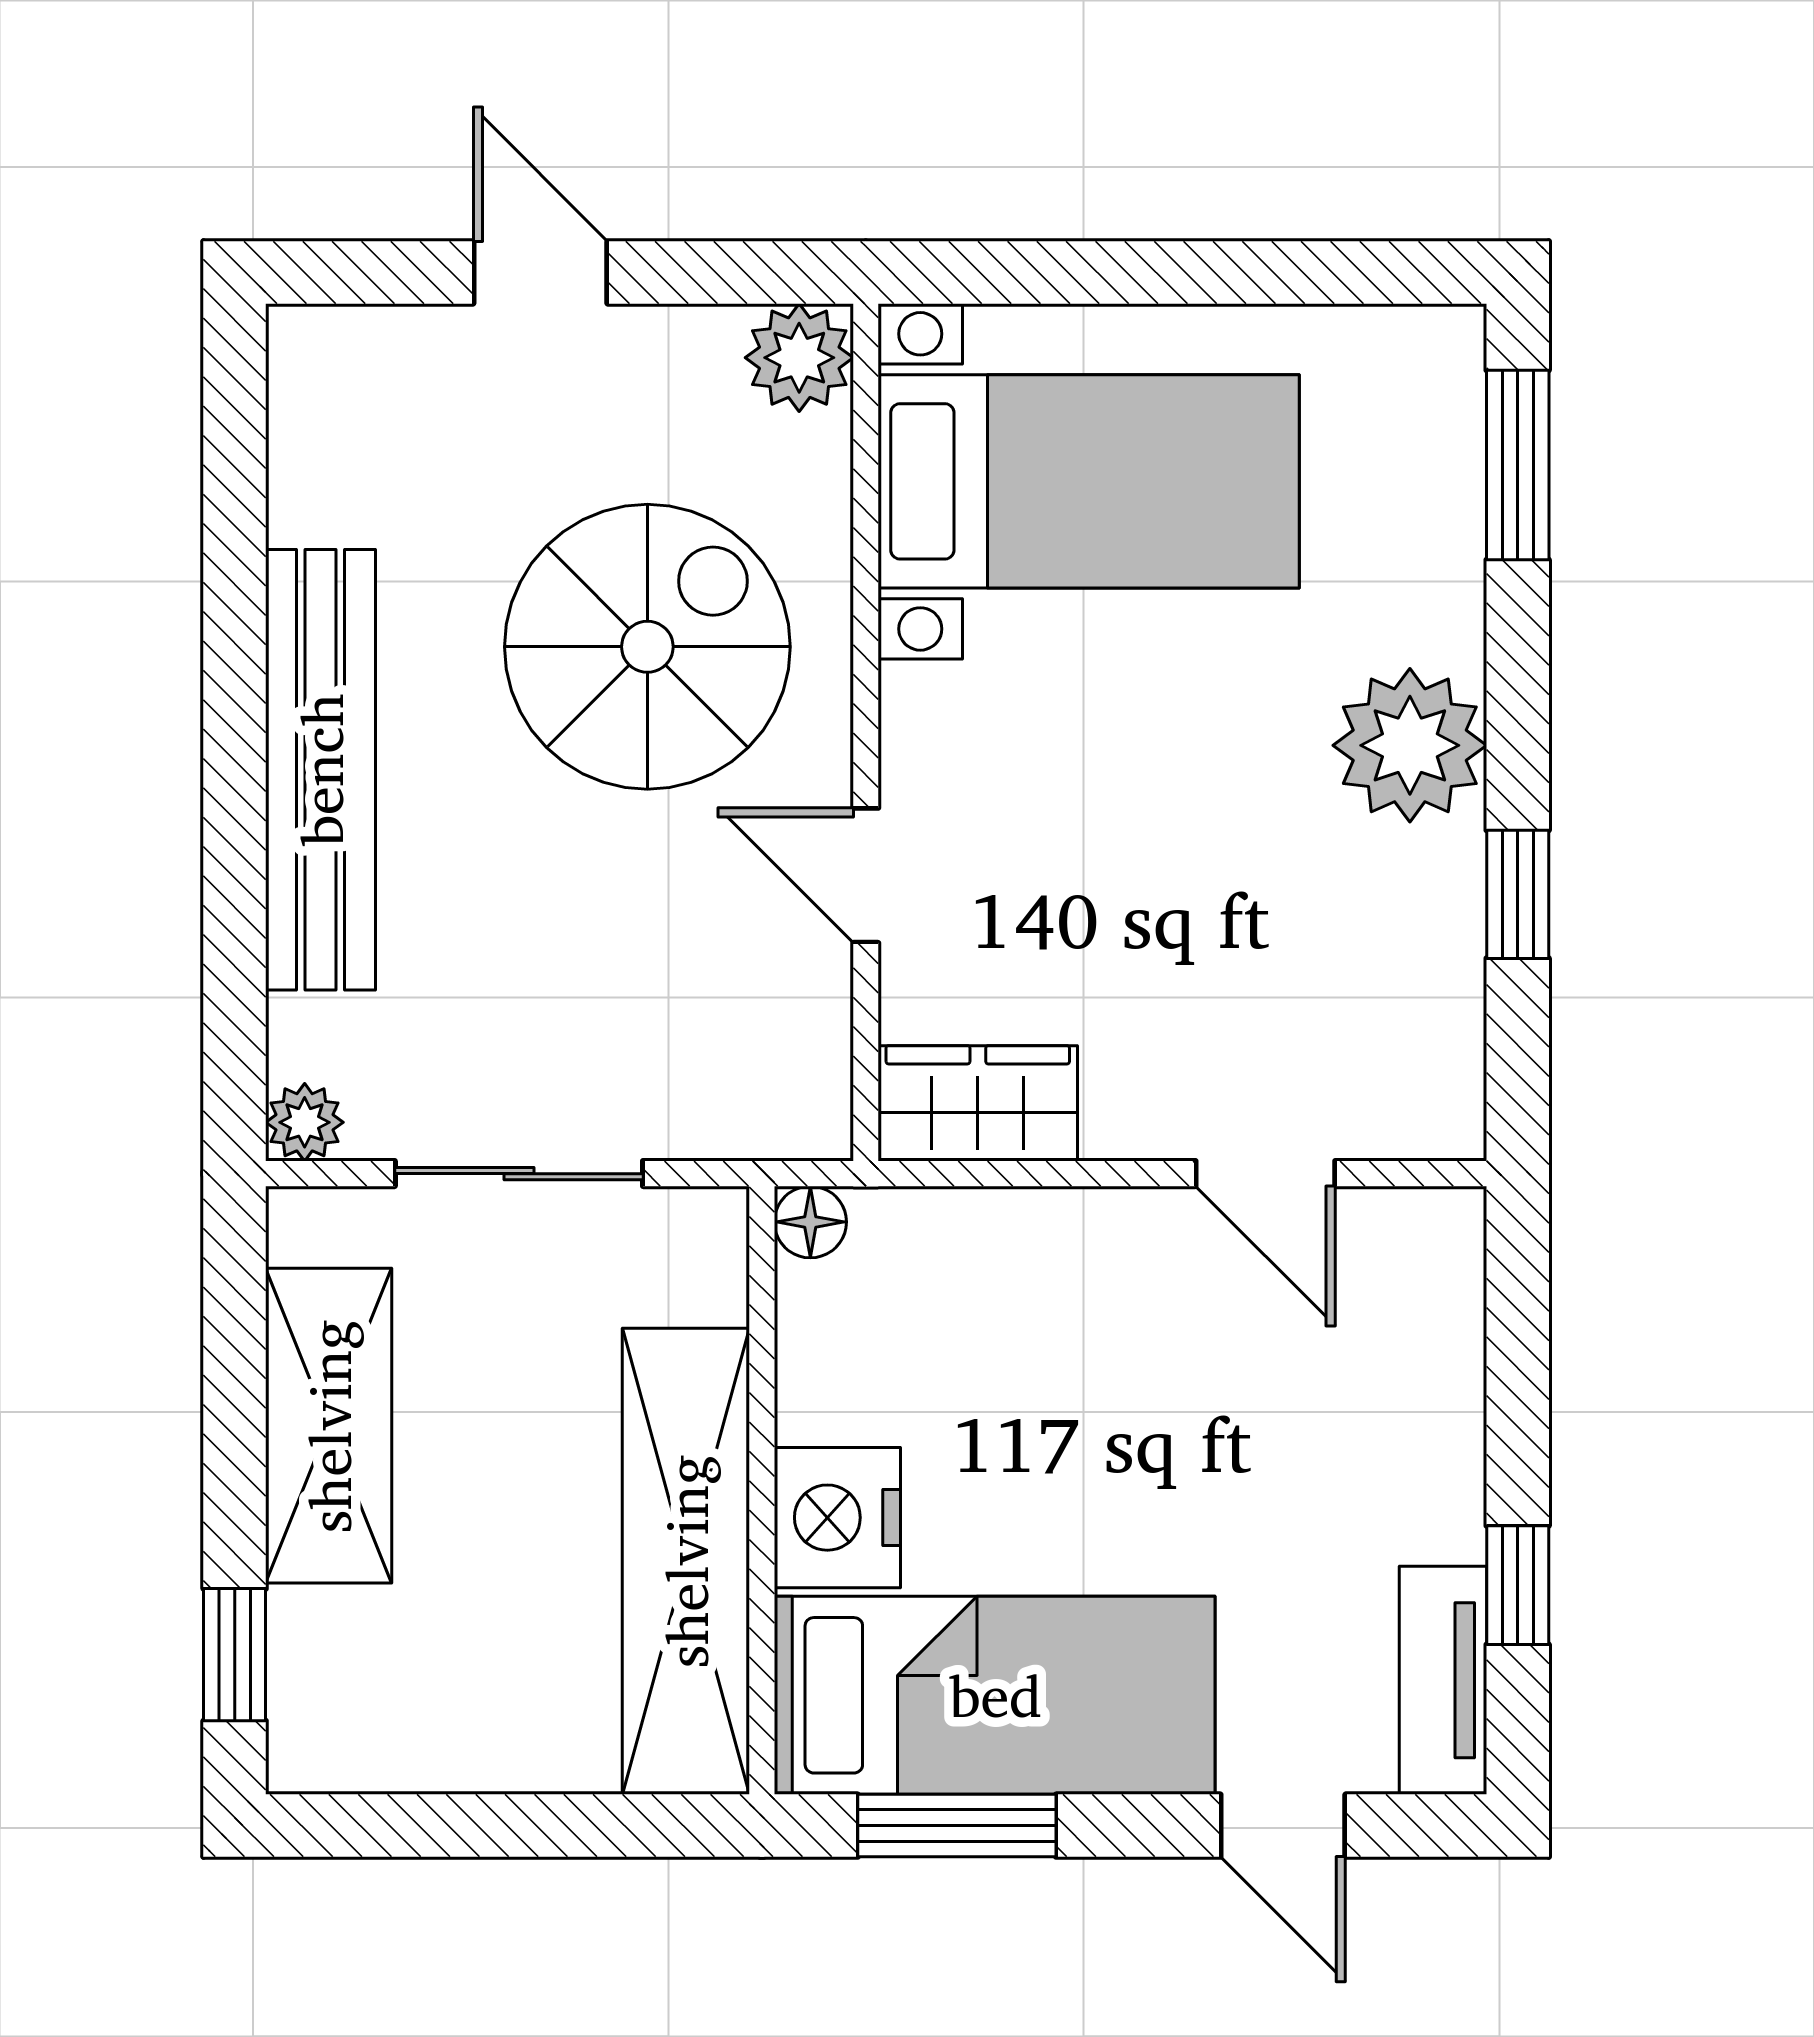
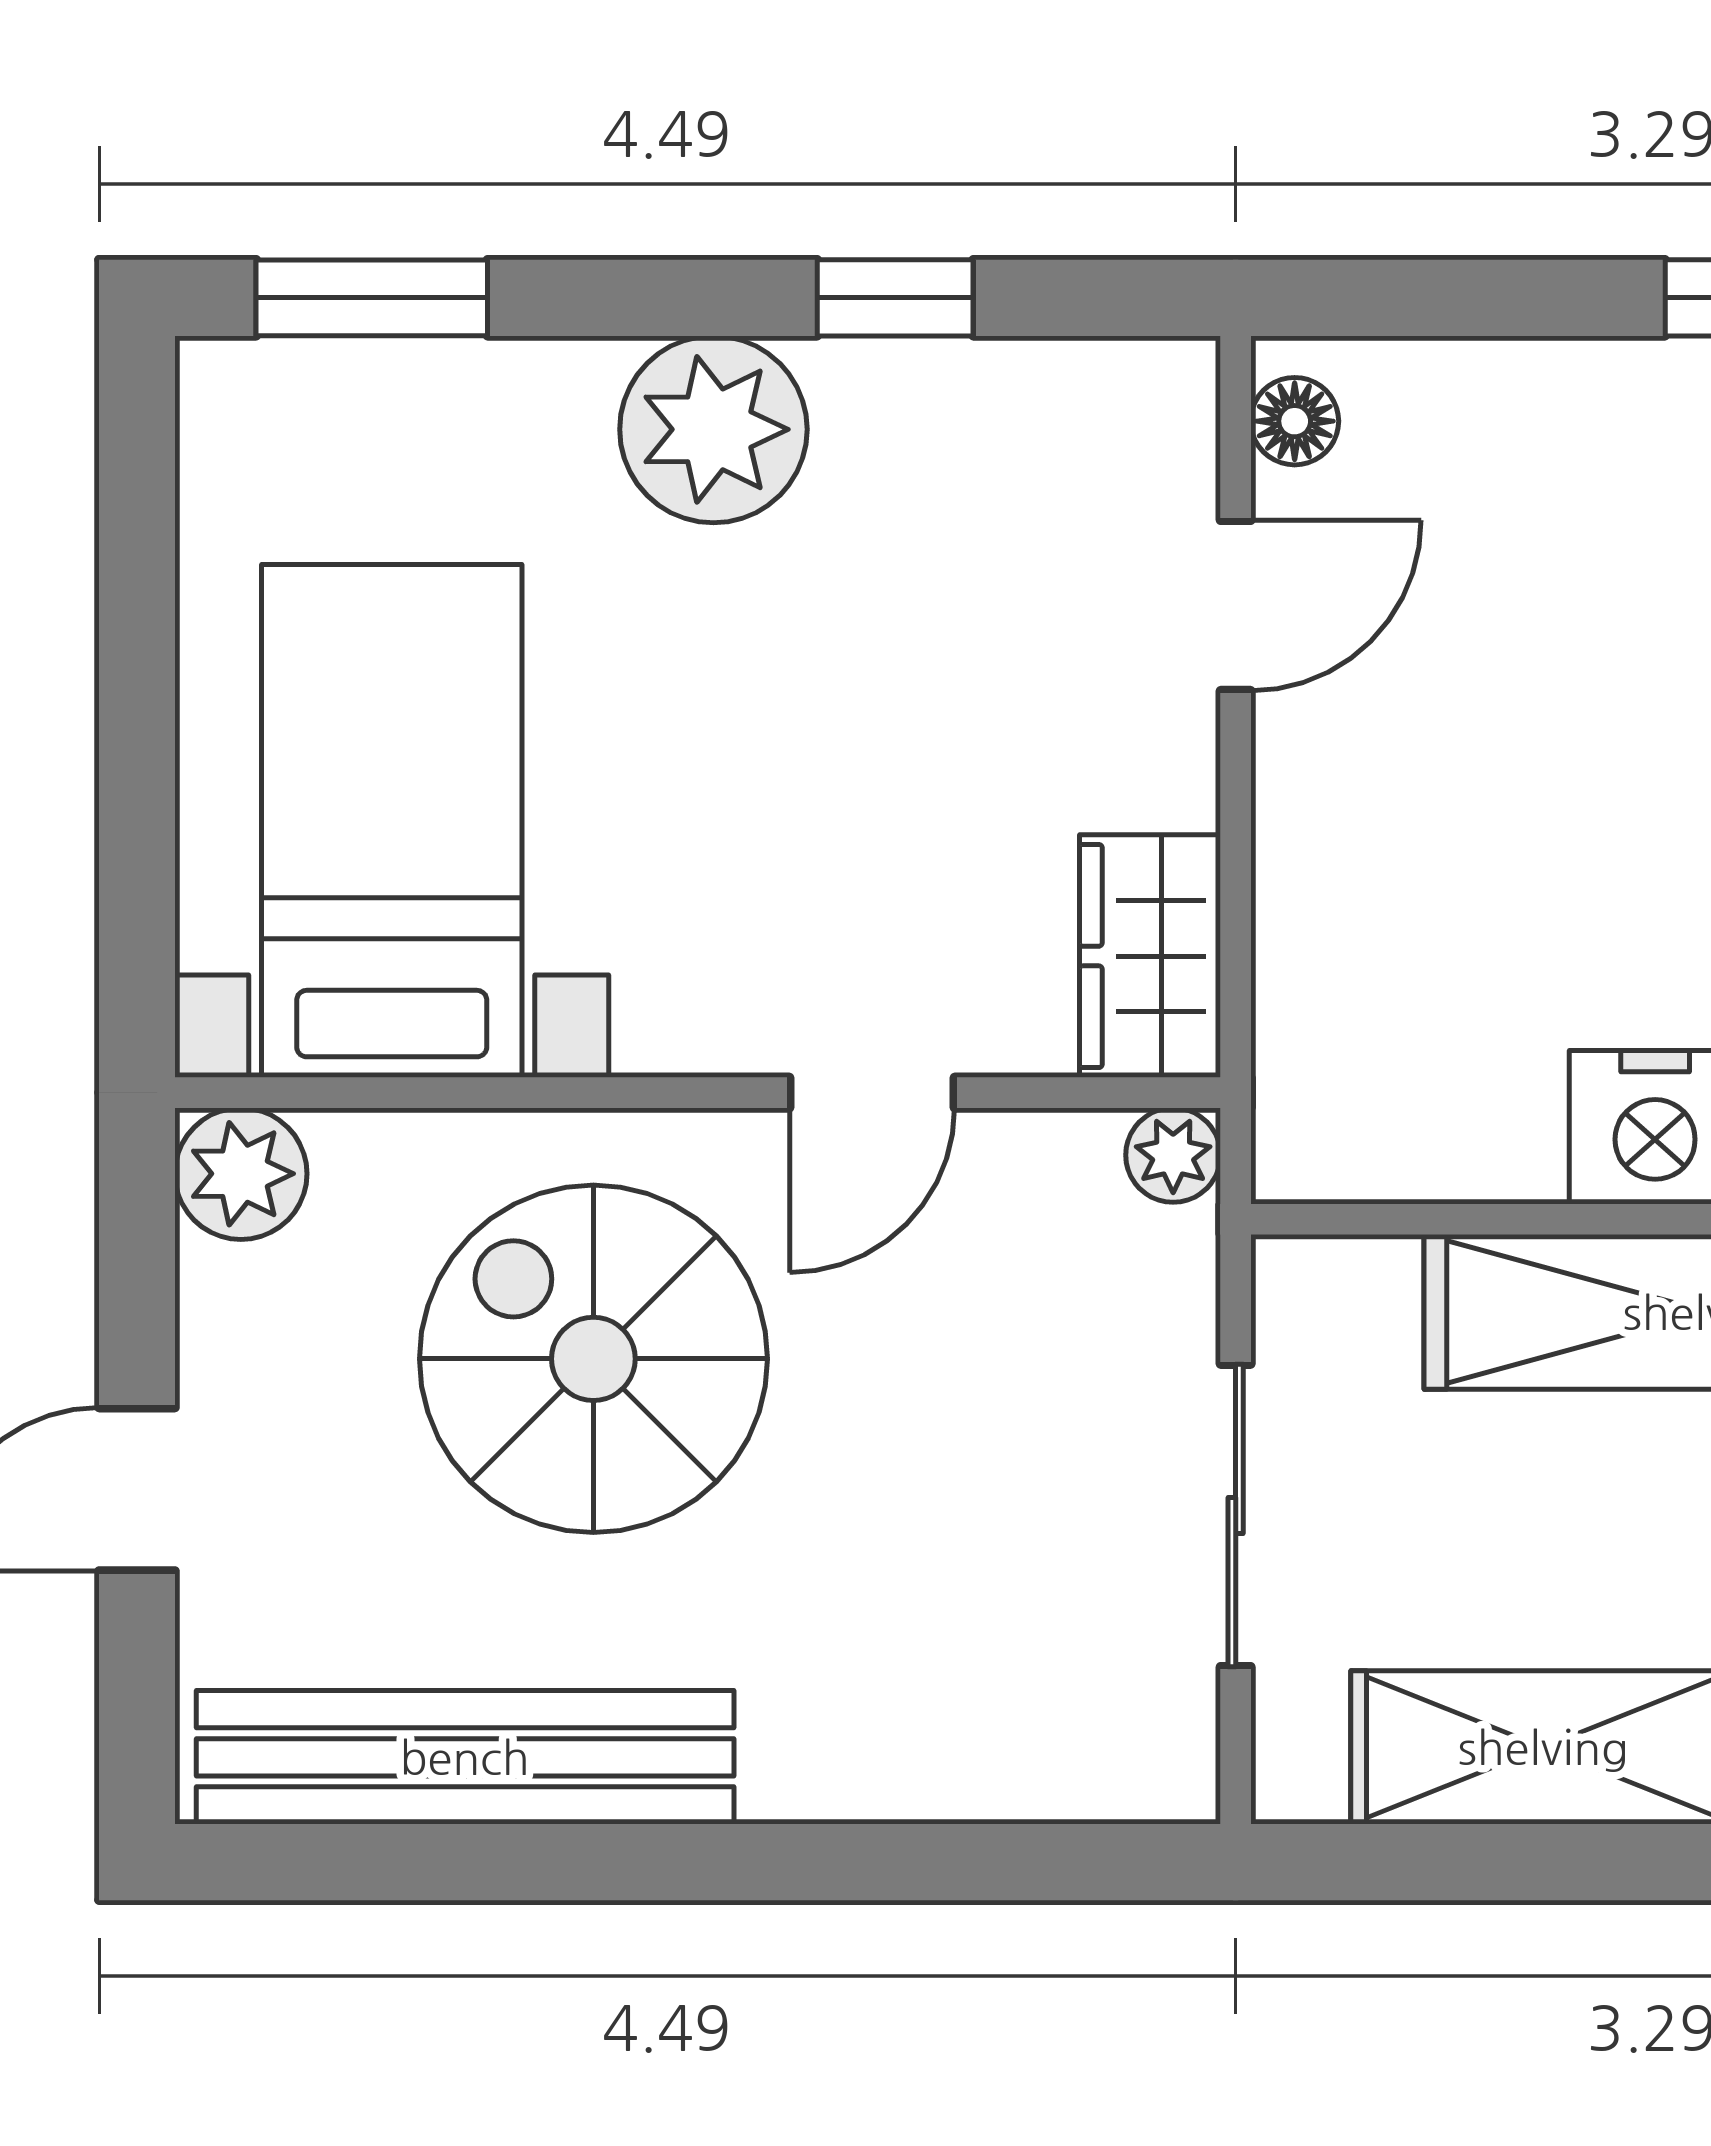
bench: (321, 770) -> (465, 1757), moved
plant: (305, 1122) -> (1173, 1155), moved
floor lamp: (810, 1222) -> (1295, 421), moved

